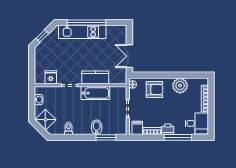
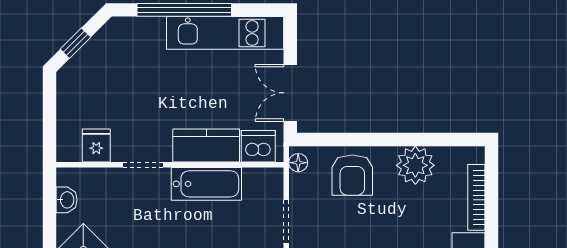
kitchen unit: (82, 32) -> (225, 33), moved
dishwasher: (116, 78) -> (258, 146), added
armchair: (155, 90) -> (352, 175), turned 90

